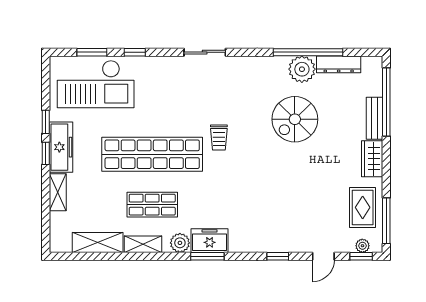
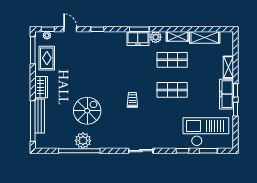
dresser: (339, 64) -> (61, 143), removed
bench: (375, 118) -> (40, 116), width x1.36
shop shelf: (152, 154) -> (172, 90), width x0.50, depth x0.74
door: (323, 256) -> (70, 29), hinge flipped

